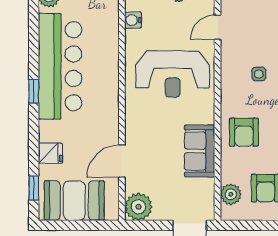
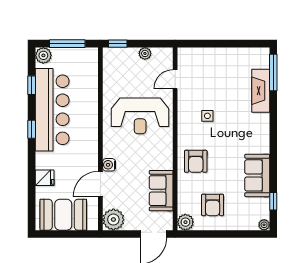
water cooler: (133, 20) -> (109, 165), moved
sofa: (200, 151) -> (161, 191), moved
window: (34, 188) -> (32, 85), moved
plant: (231, 194) -> (185, 222), moved

